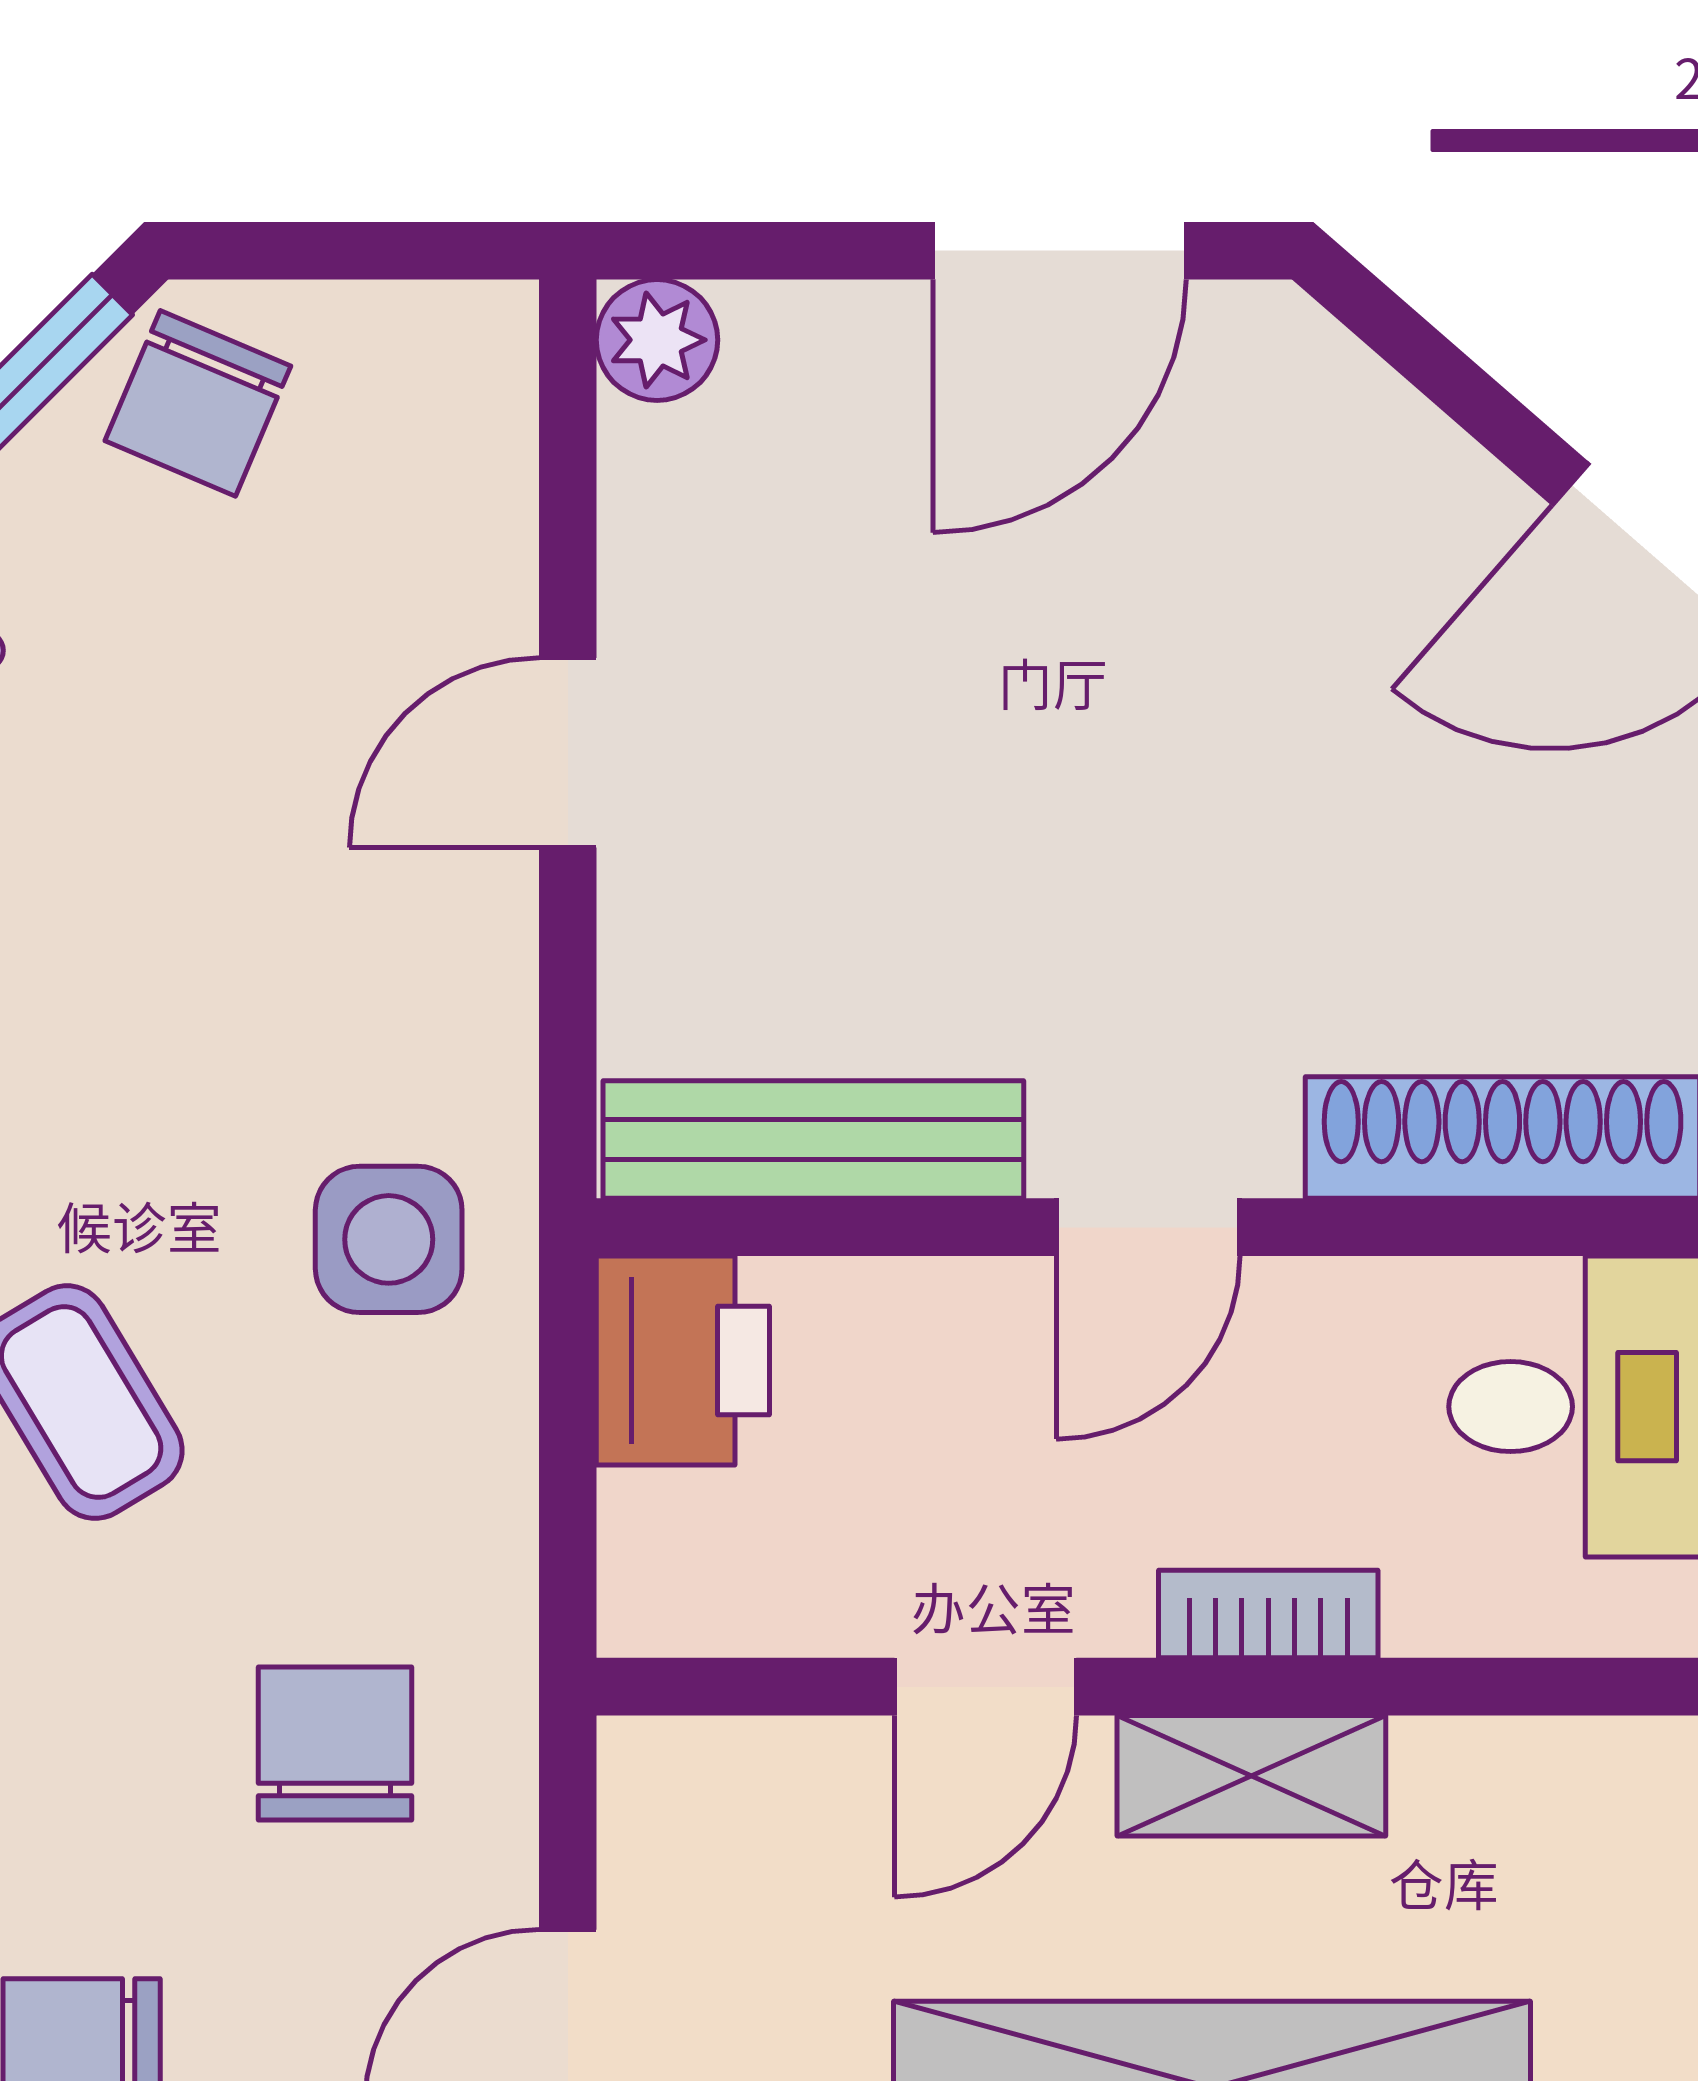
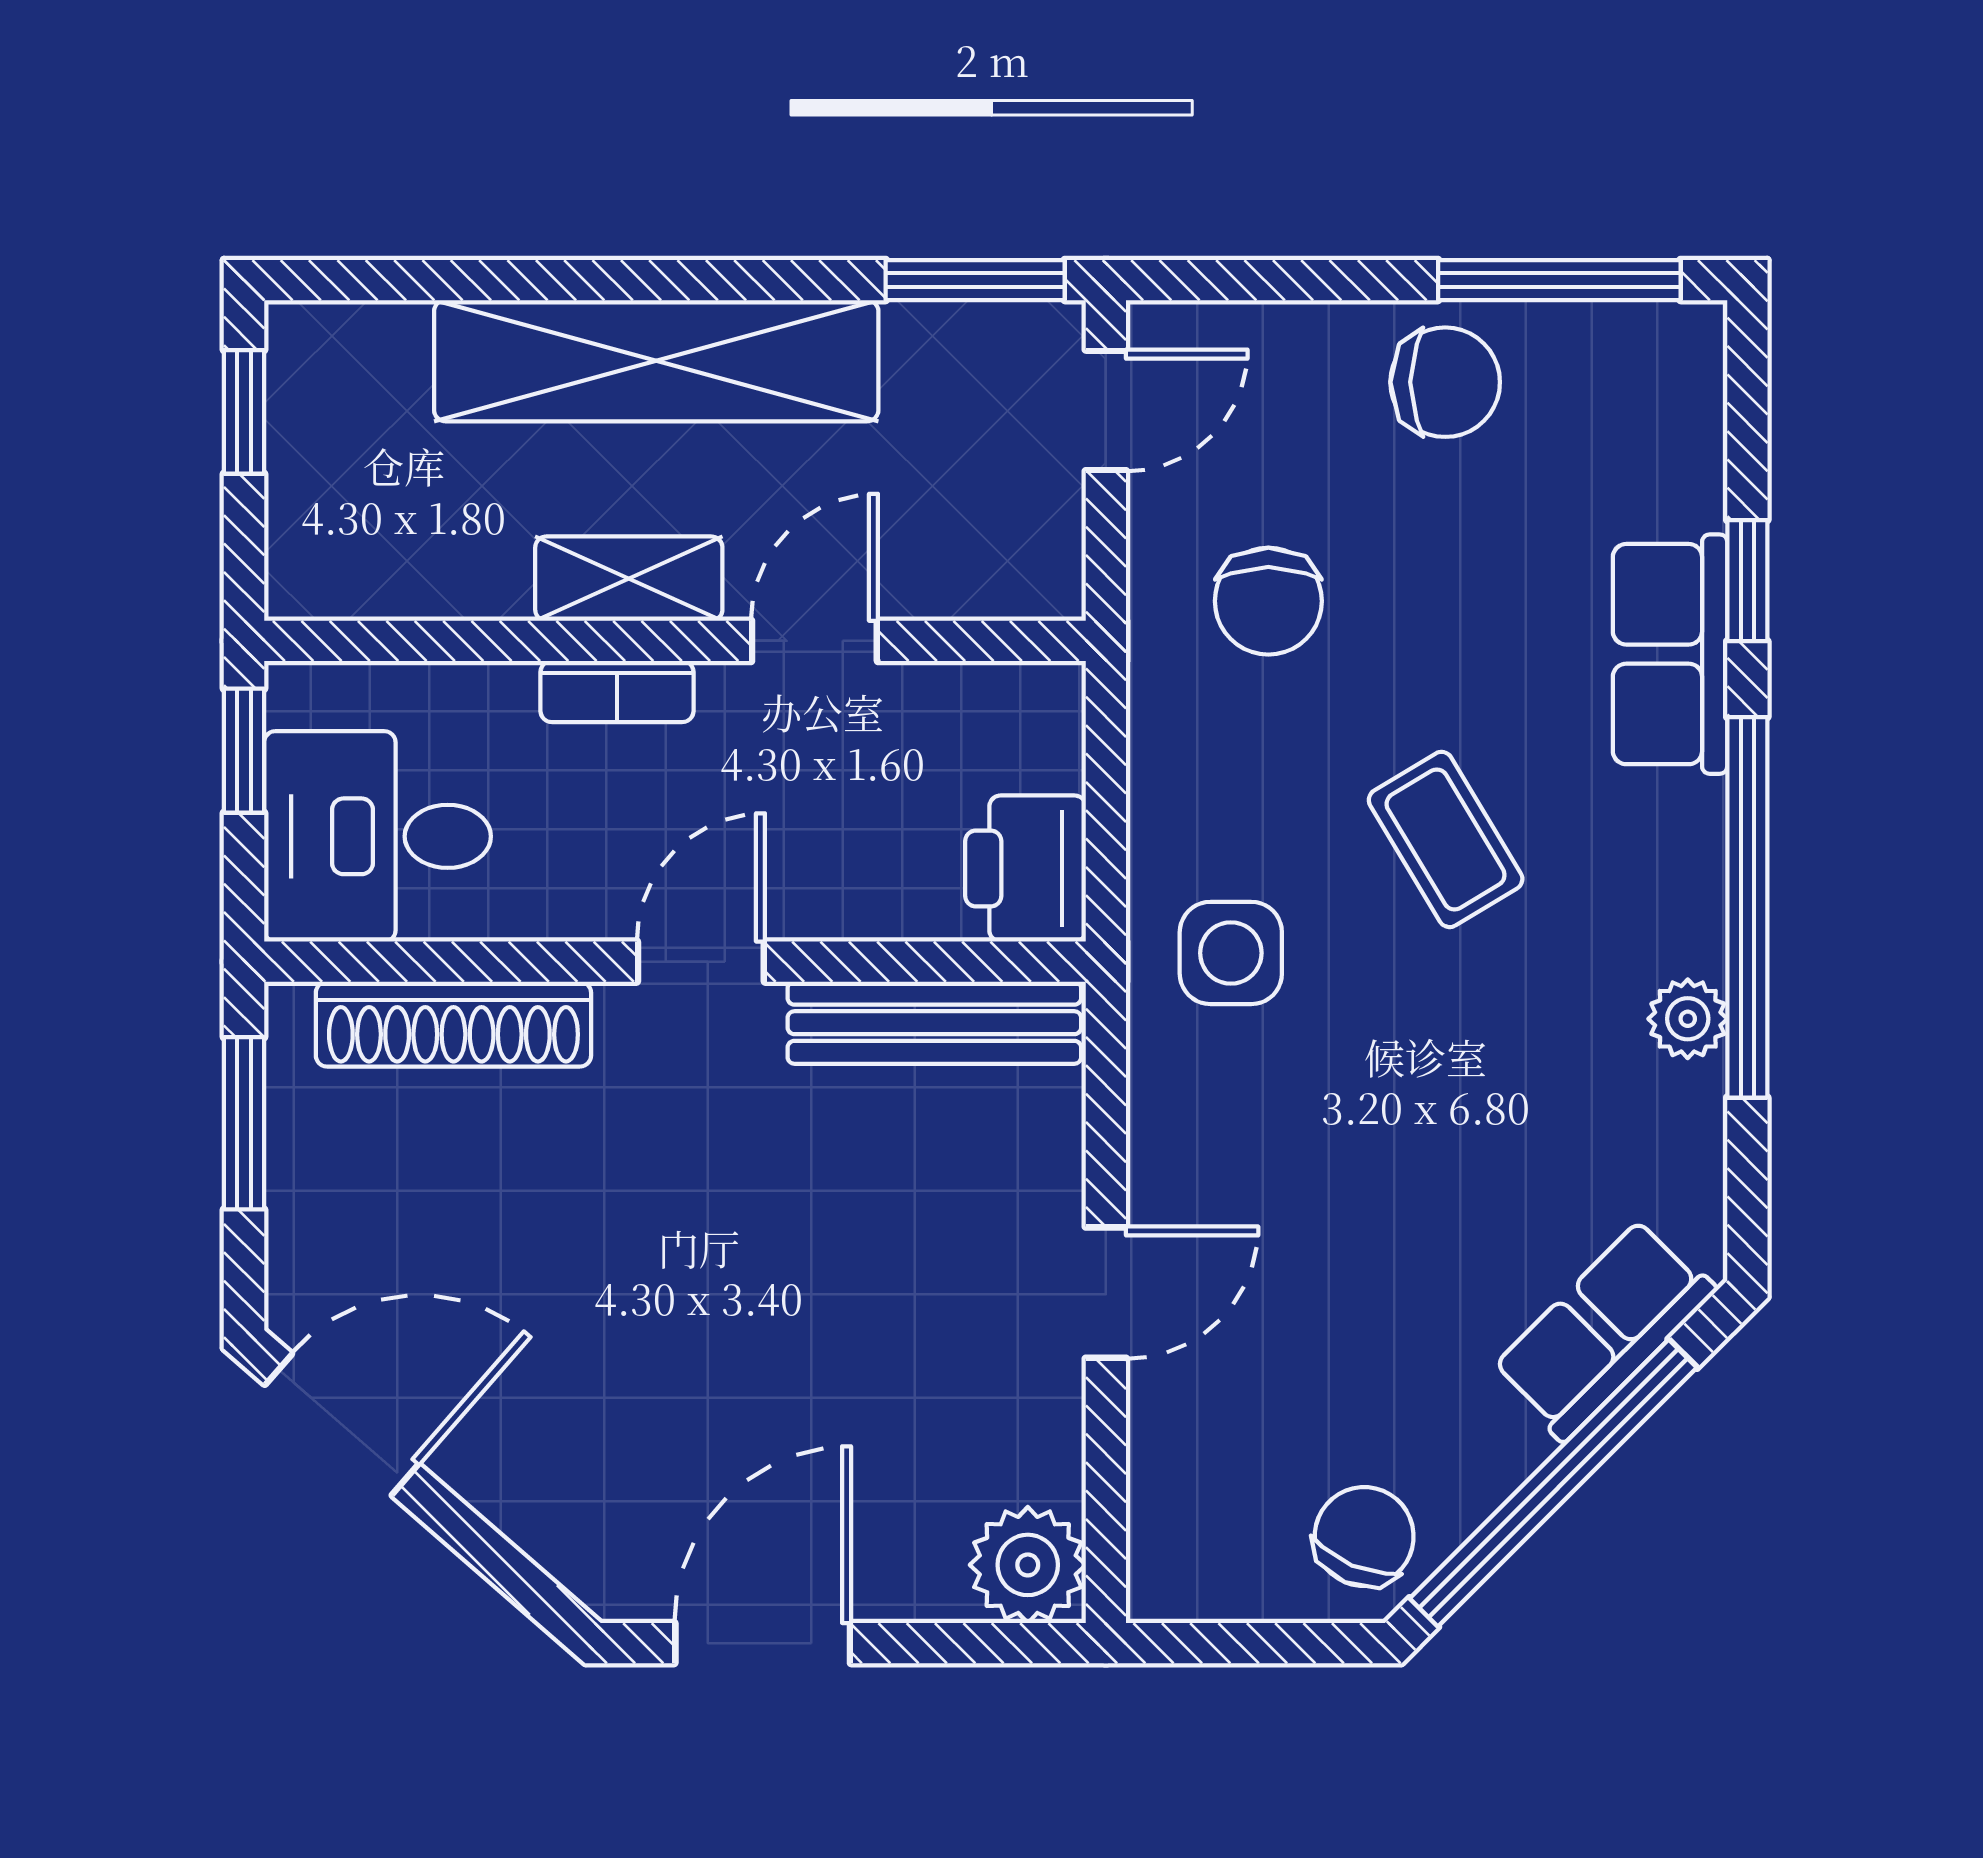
plant: (657, 340) -> (1028, 1565), width x1.38, depth x1.38

